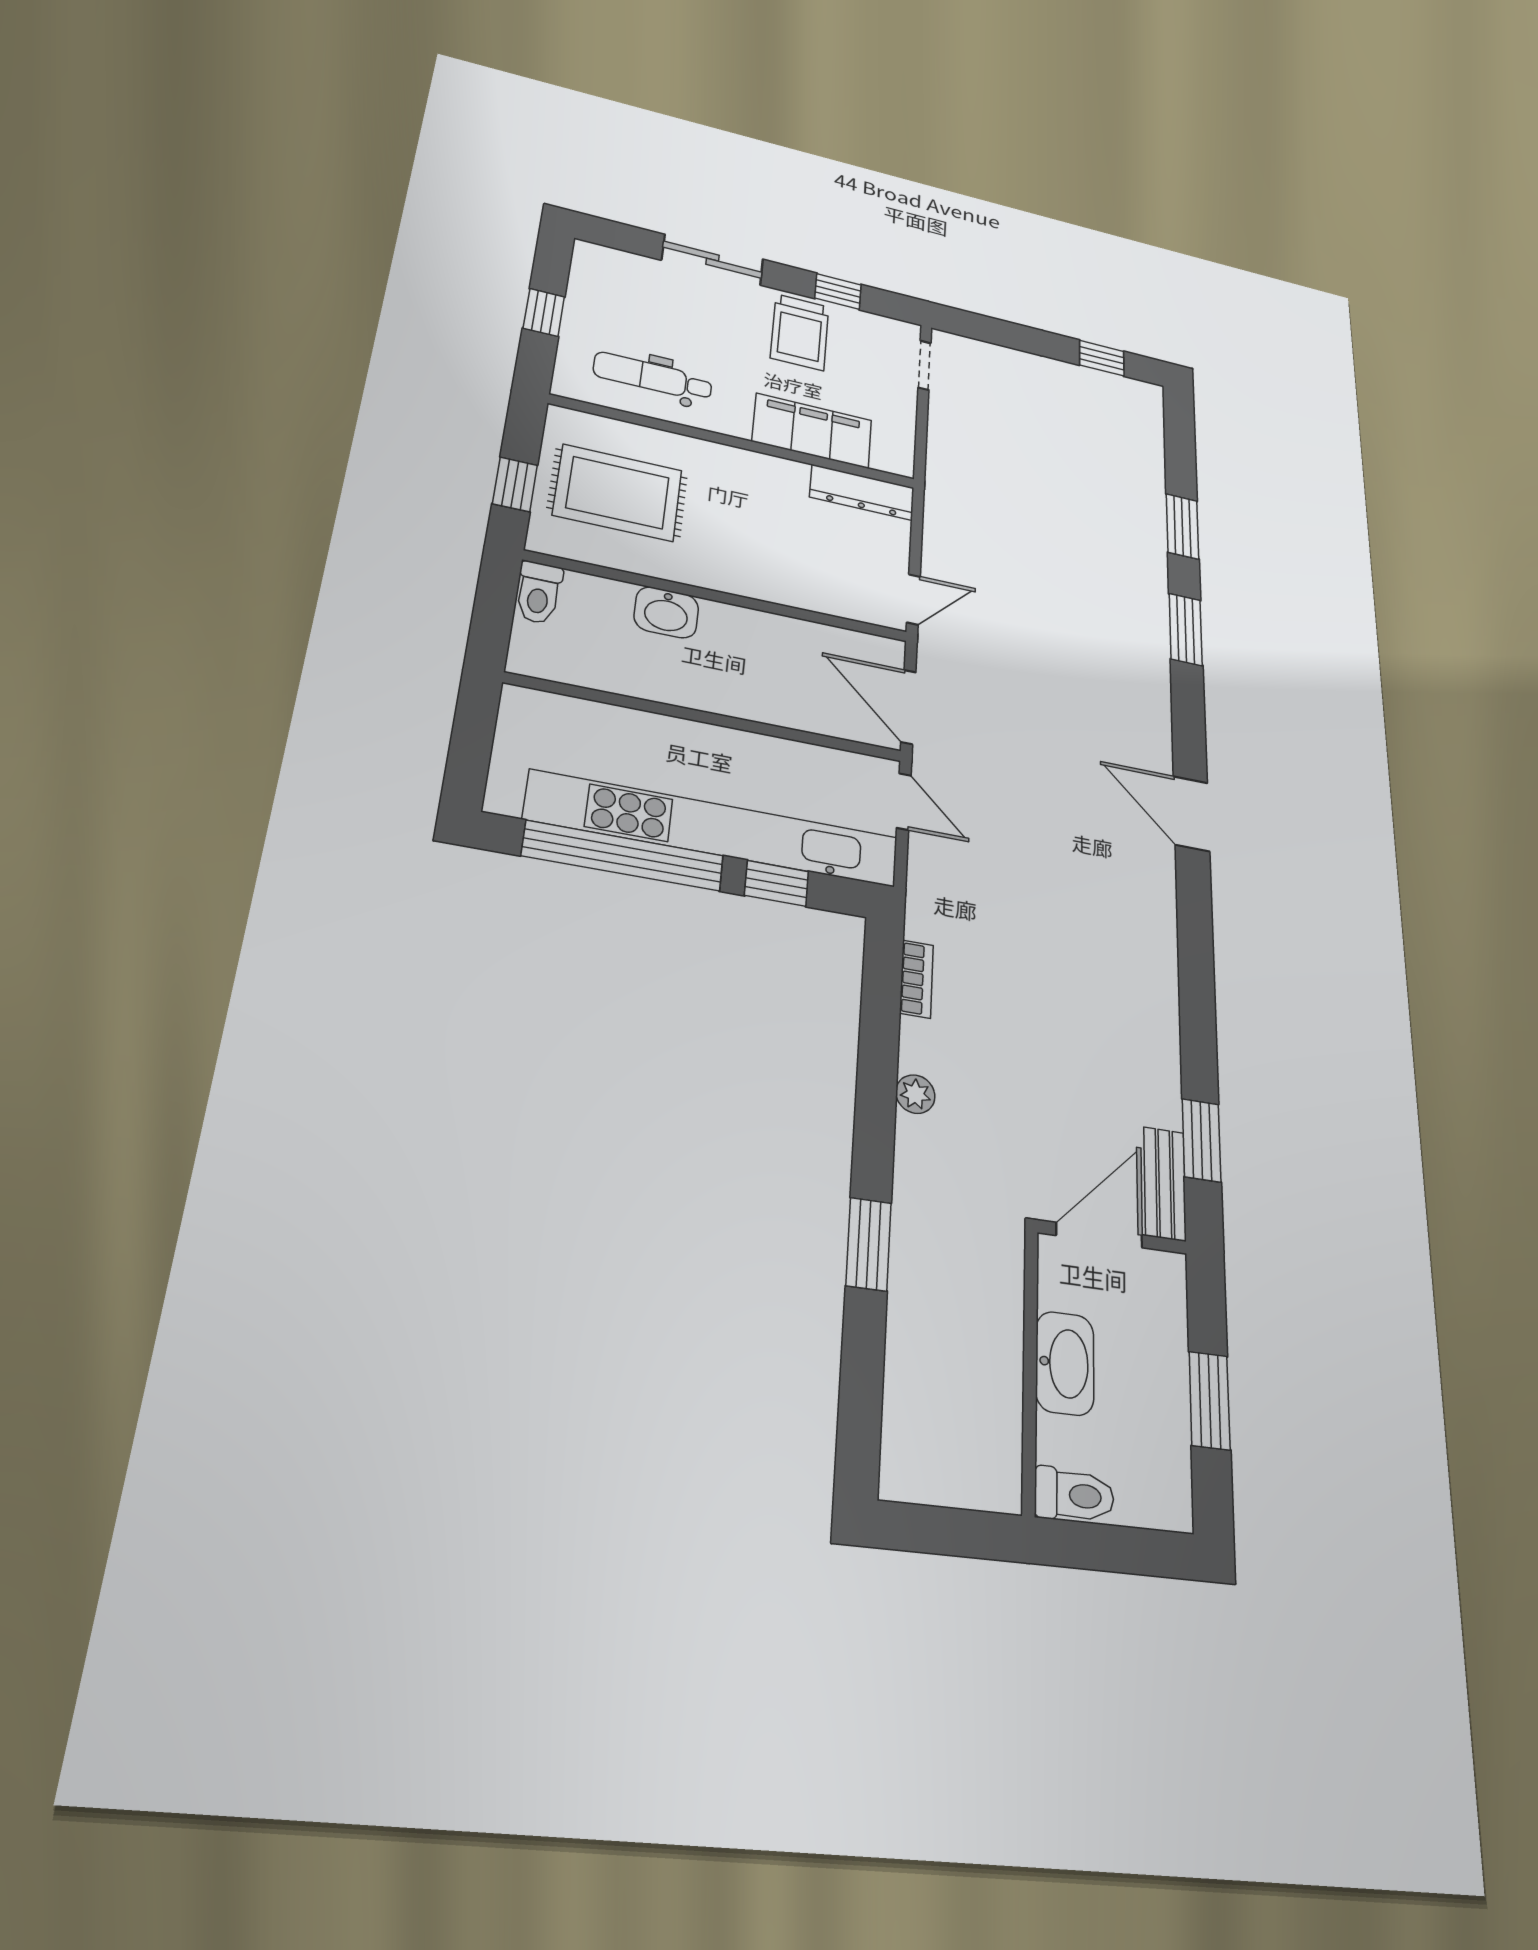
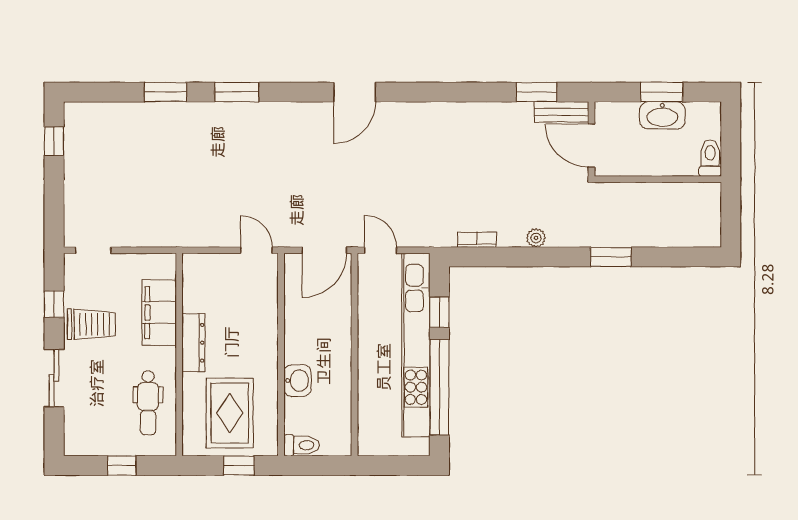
dresser: (862, 492) -> (193, 343), moved
door: (904, 801) -> (381, 250), hinge flipped
washbasin: (1065, 1363) -> (662, 115), moved, turned 180

